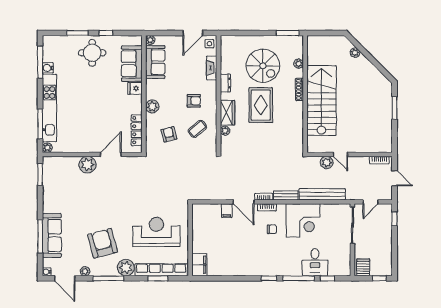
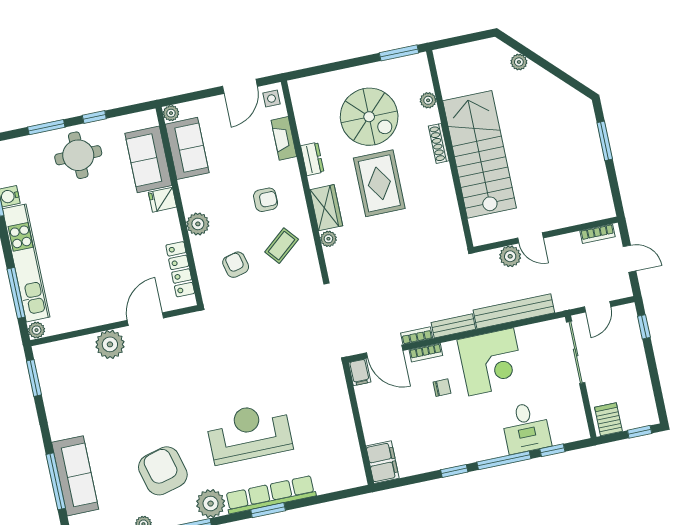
wall: (190, 240) -> (358, 424), moved
filing cabinet: (199, 265) -> (383, 462), moved

